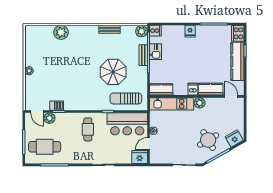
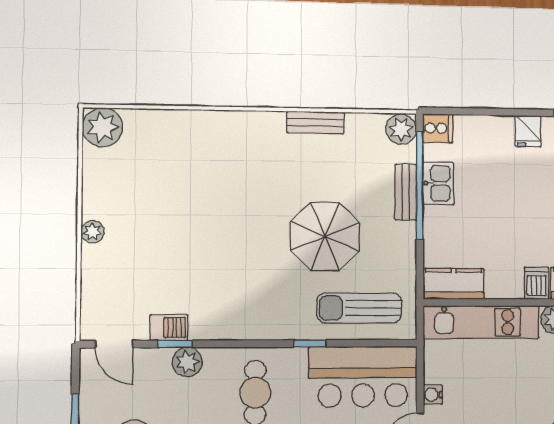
plant: (61, 32) -> (102, 127), moved
plant: (50, 118) -> (187, 362), moved

